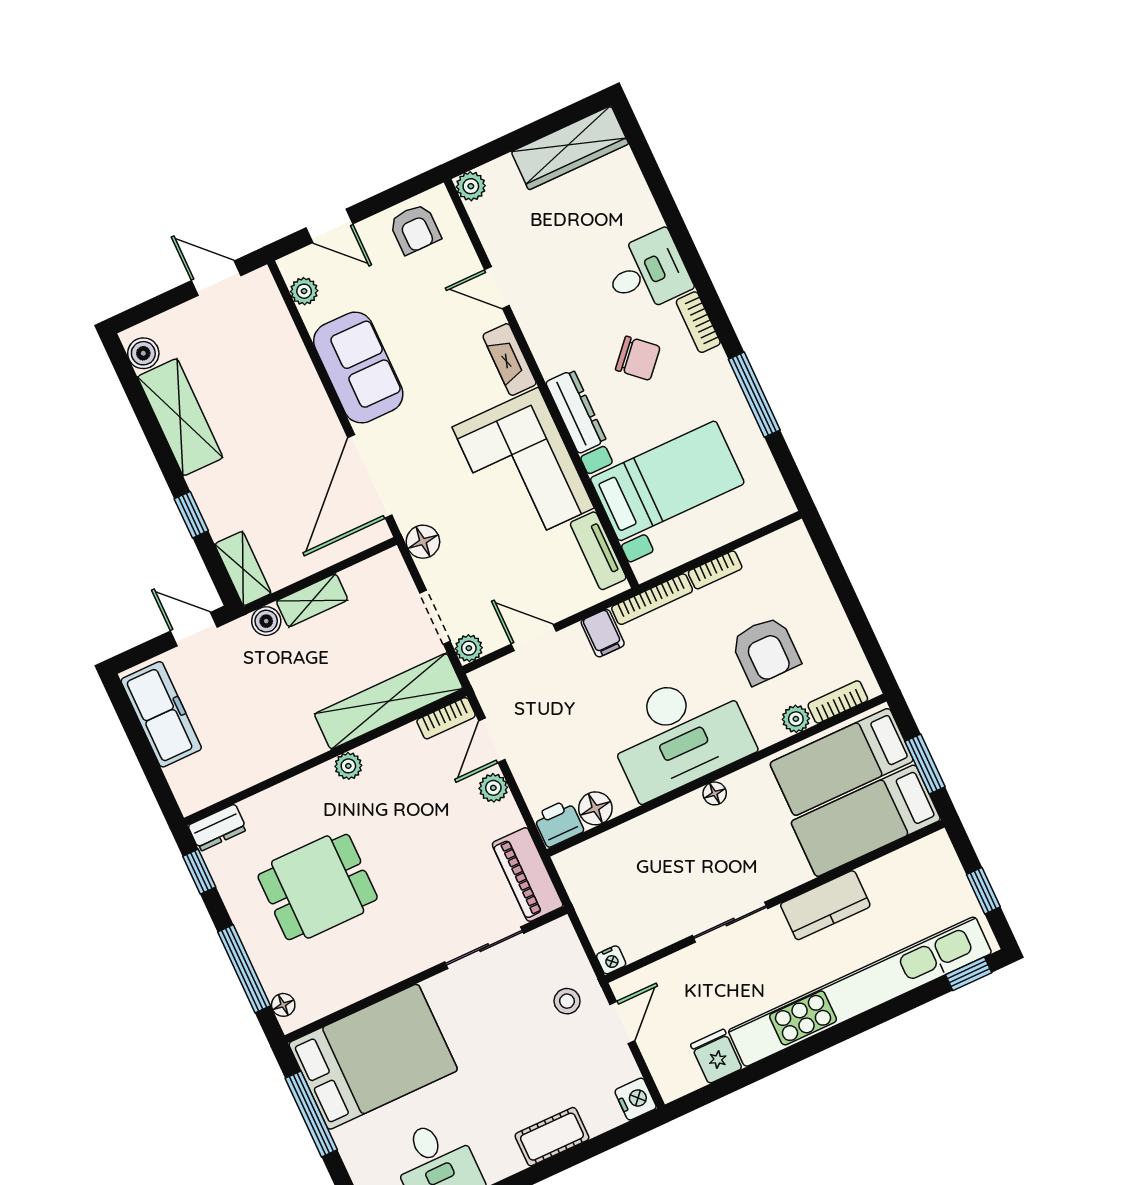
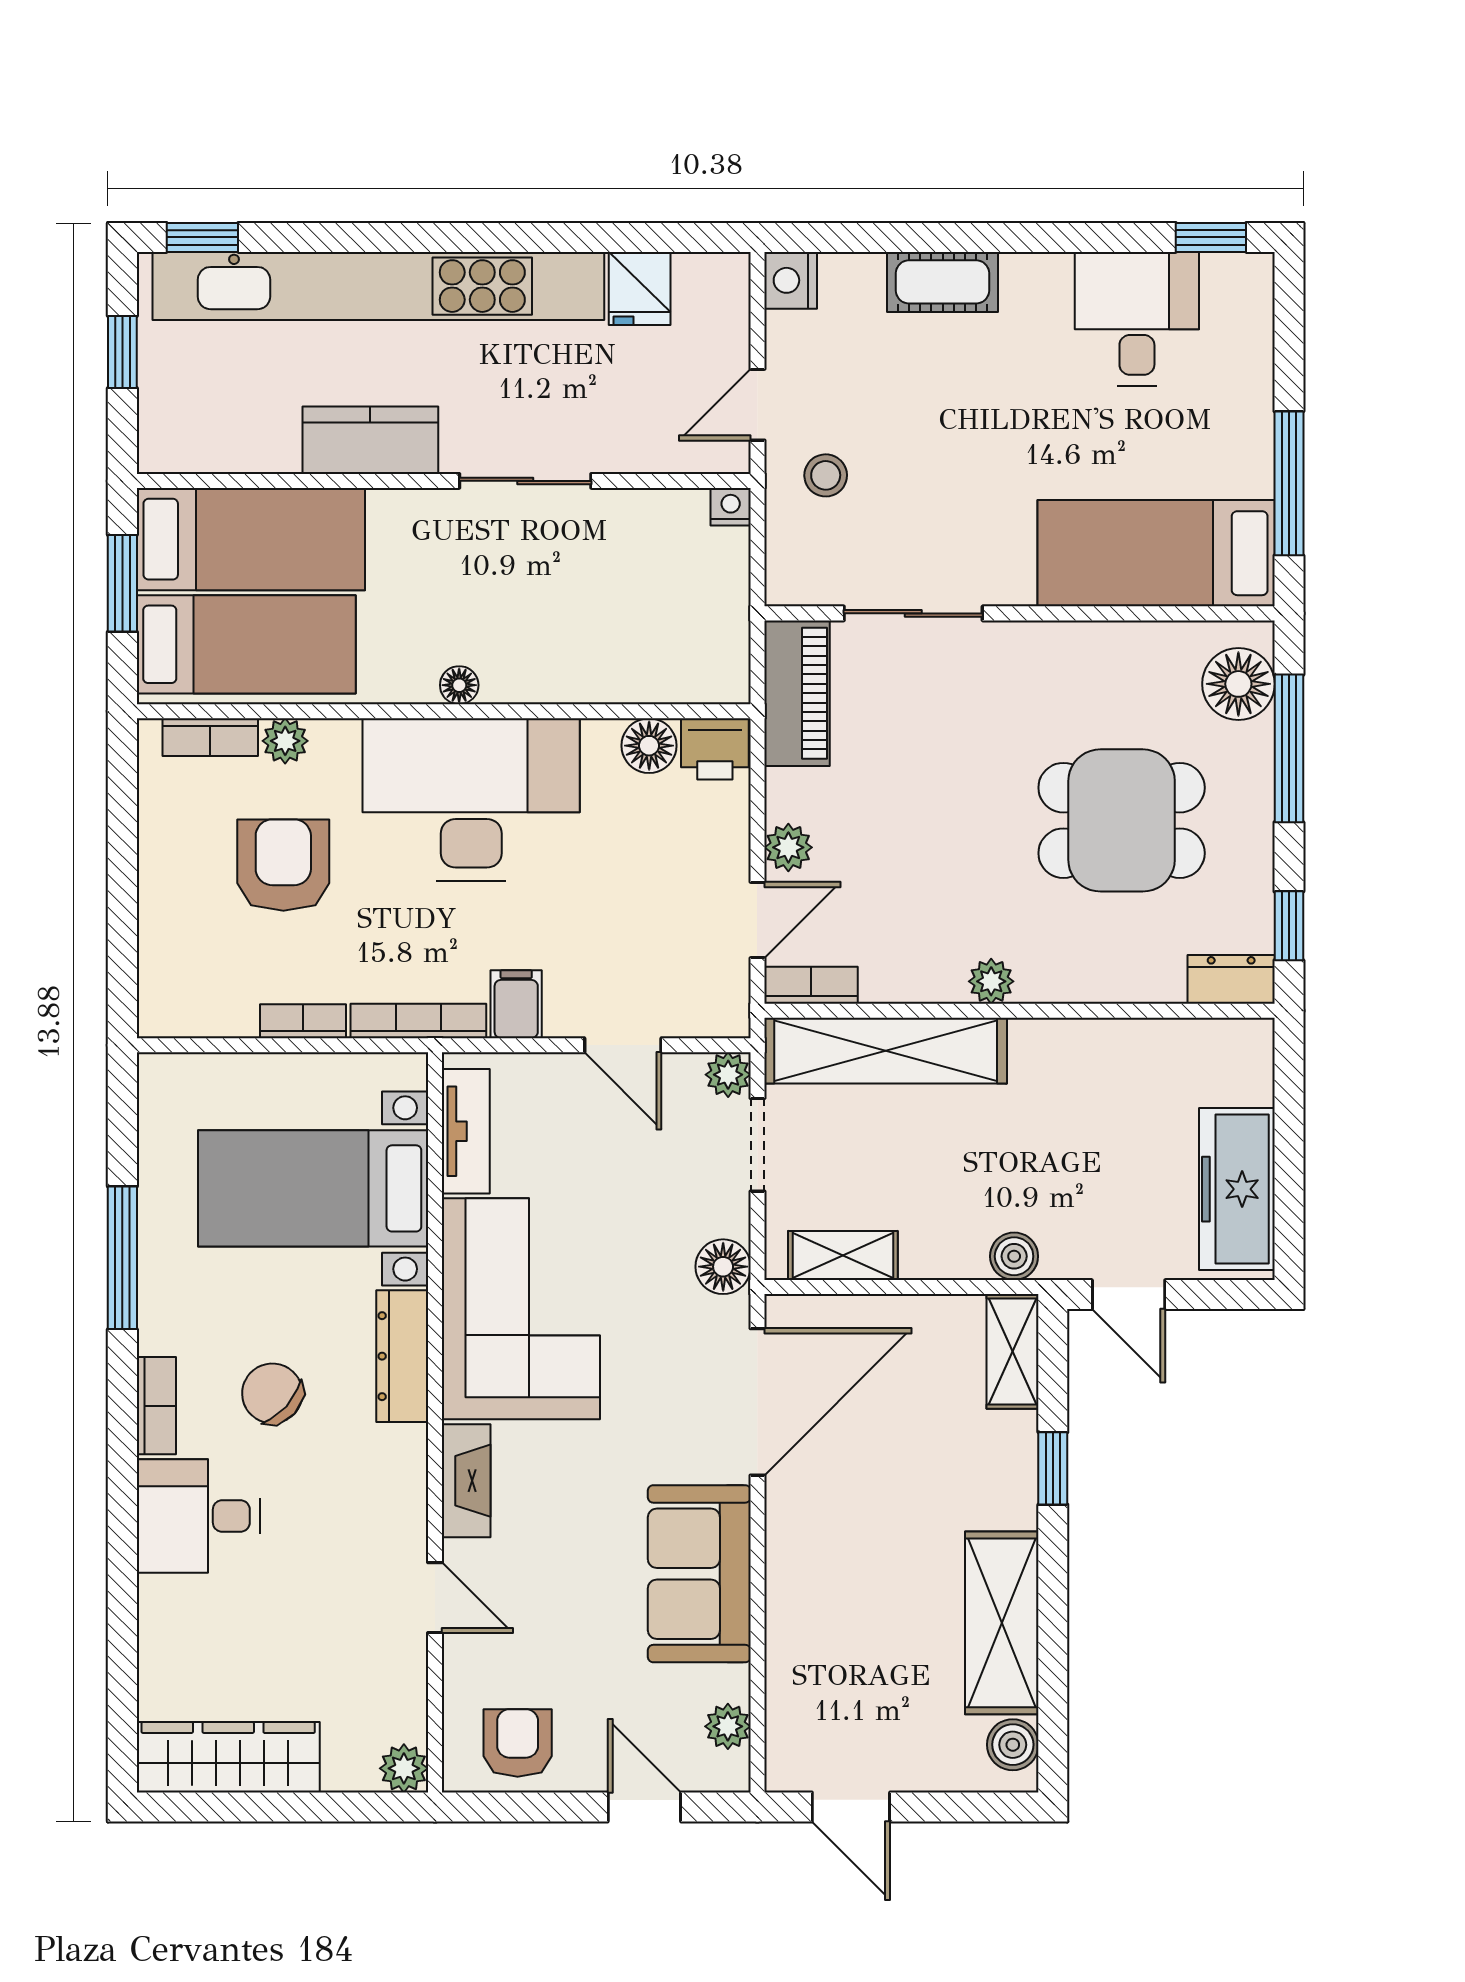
shelving: (312, 600) -> (843, 1255), moved
floor lamp: (283, 1005) -> (1238, 684), width x1.89, depth x1.89
bed: (373, 1057) -> (1156, 553), width x0.67

